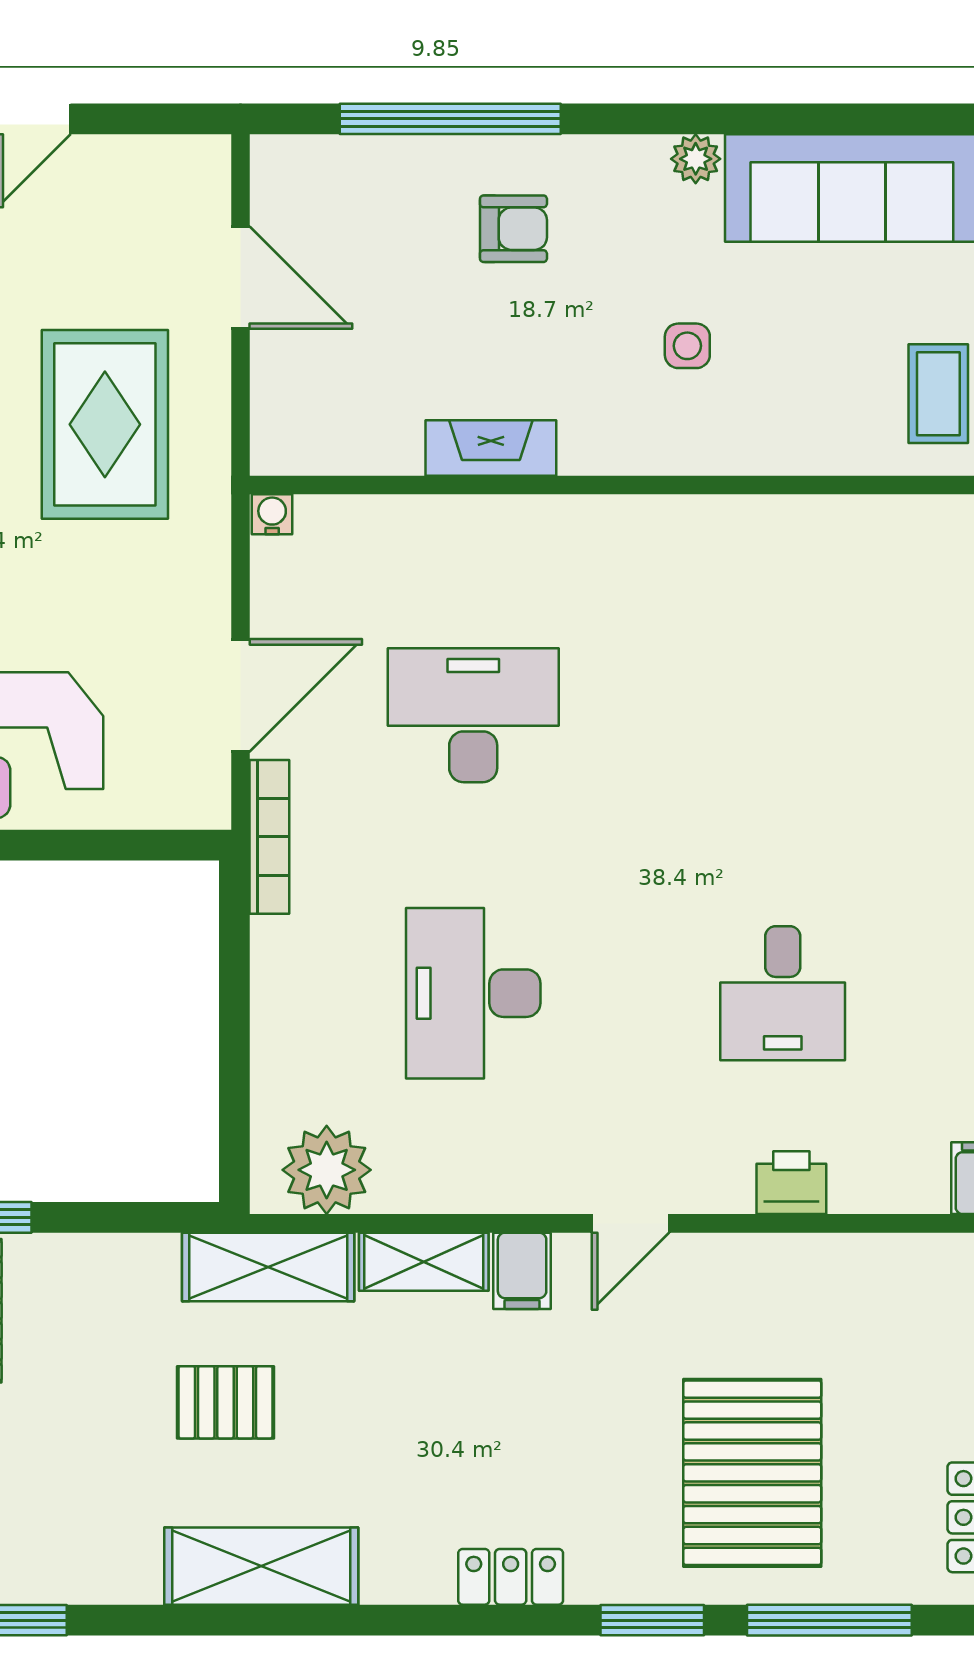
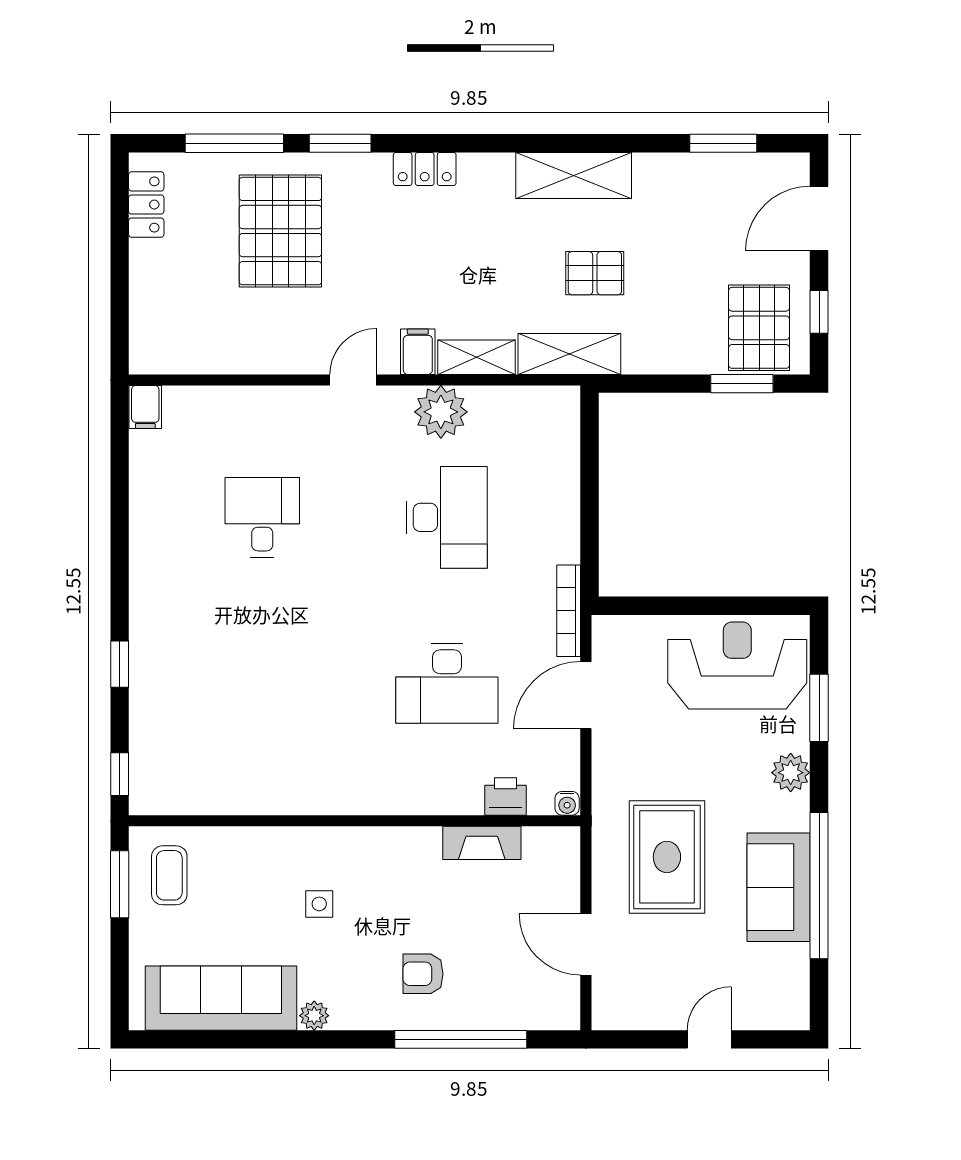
fireplace: (491, 448) -> (482, 843), moved
plant: (327, 1170) -> (441, 412), moved
printer: (791, 1183) -> (506, 796), moved, turned 180

